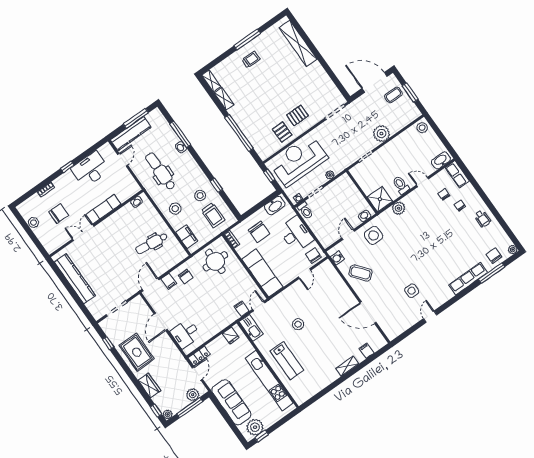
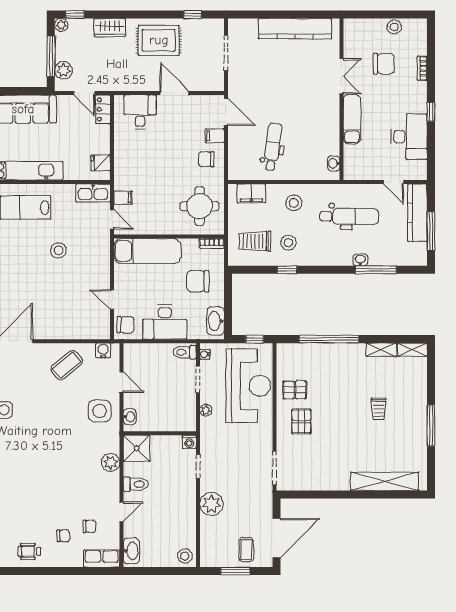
trolley: (251, 59) -> (379, 409), moved
washing machine: (355, 171) -> (189, 442), added
chair: (59, 213) -> (384, 64), turned -90

